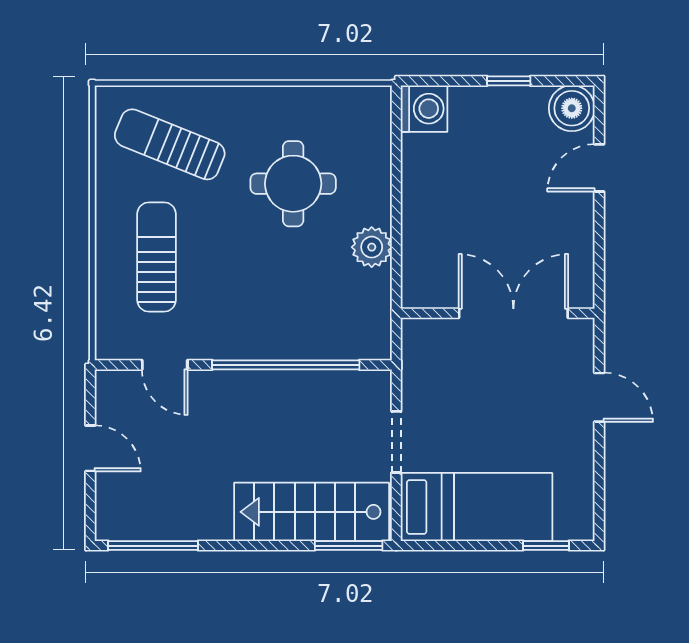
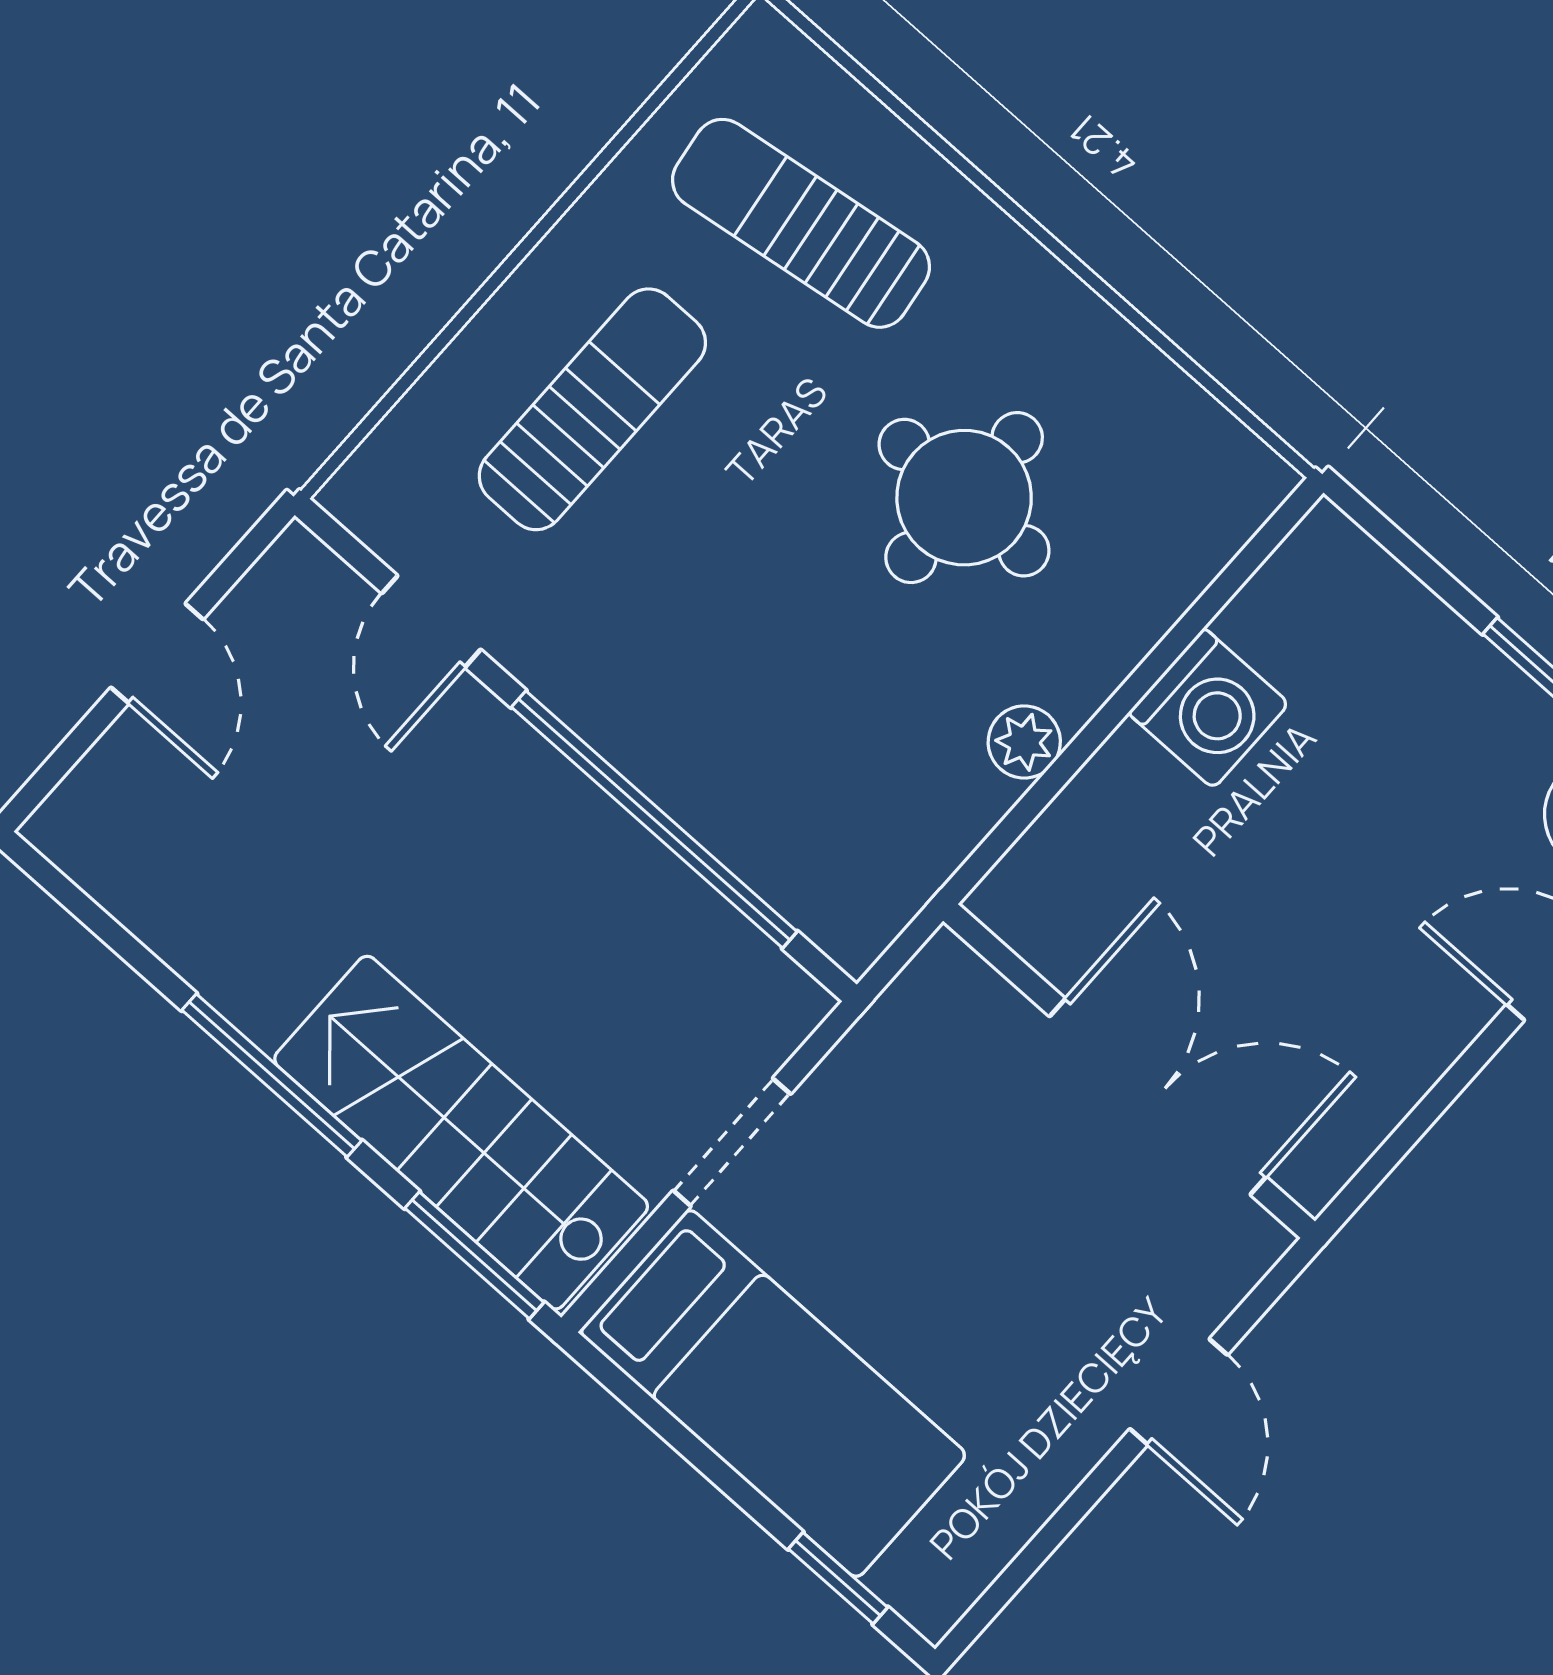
washing machine: (424, 109) -> (1209, 708), moved
sun lounger: (170, 144) -> (801, 223), turned -30
plant: (372, 247) -> (1024, 742), width x0.73, depth x0.73
window: (153, 546) -> (272, 1075), moved

